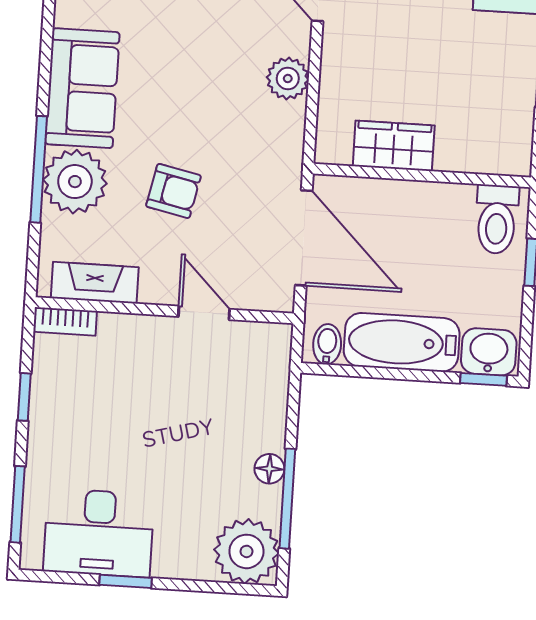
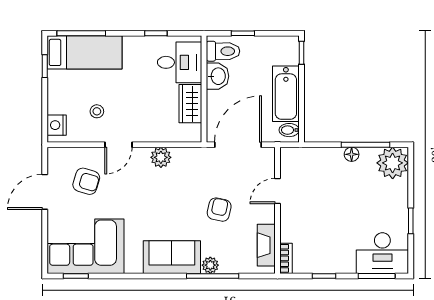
desk: (480, 129) -> (180, 62), added
plant: (75, 182) -> (210, 265), width x0.53, depth x0.53
washbasin: (489, 352) -> (218, 76), moved, turned 180
desk: (99, 533) -> (382, 253), moved, turned 90

